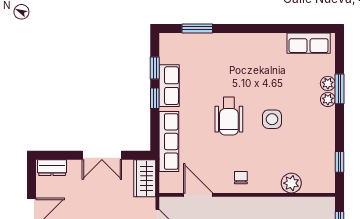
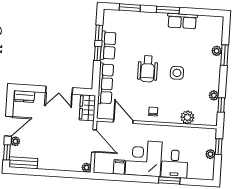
window: (253, 28) -> (168, 10), added
row of seats: (309, 43) -> (182, 21), moved
plant: (328, 99) -> (214, 95), moved

